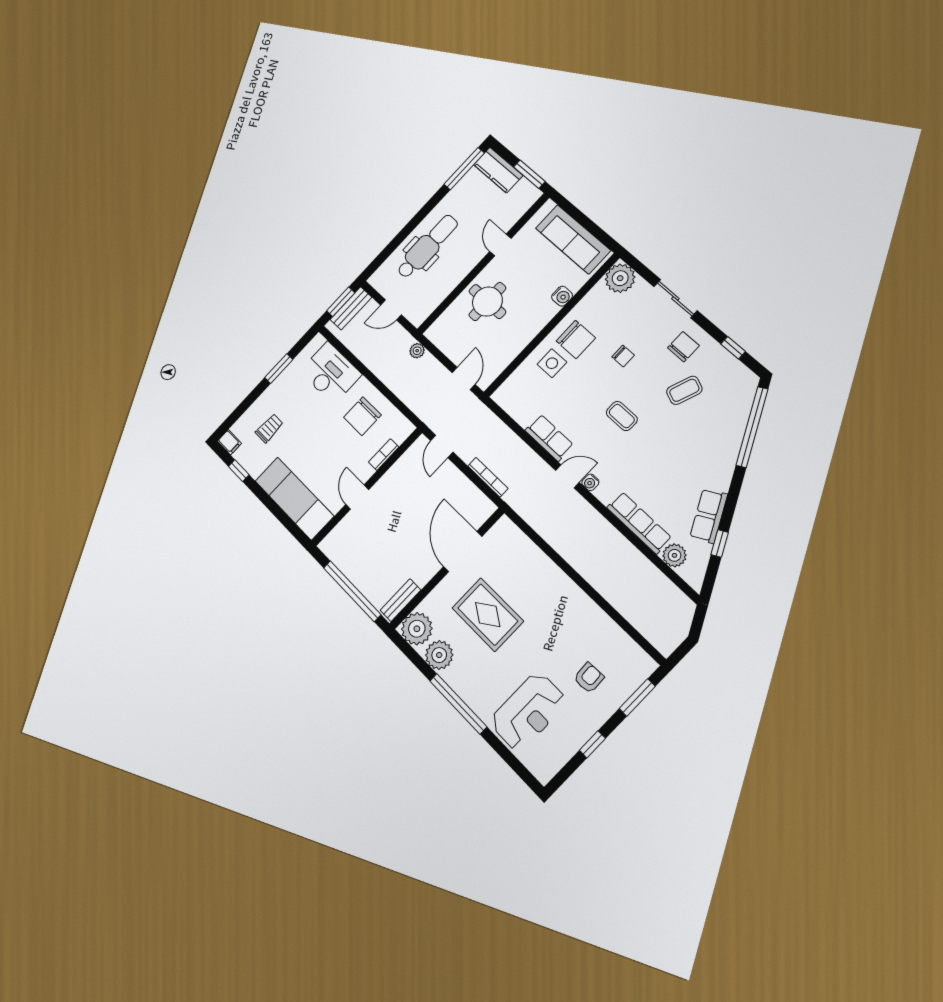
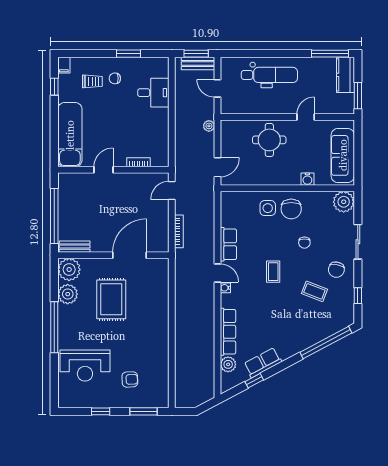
chair: (683, 347) -> (336, 270), turned 101
desk: (331, 373) -> (153, 93), width x0.73
chair: (362, 416) -> (115, 78), moved, width x0.54, depth x0.54

